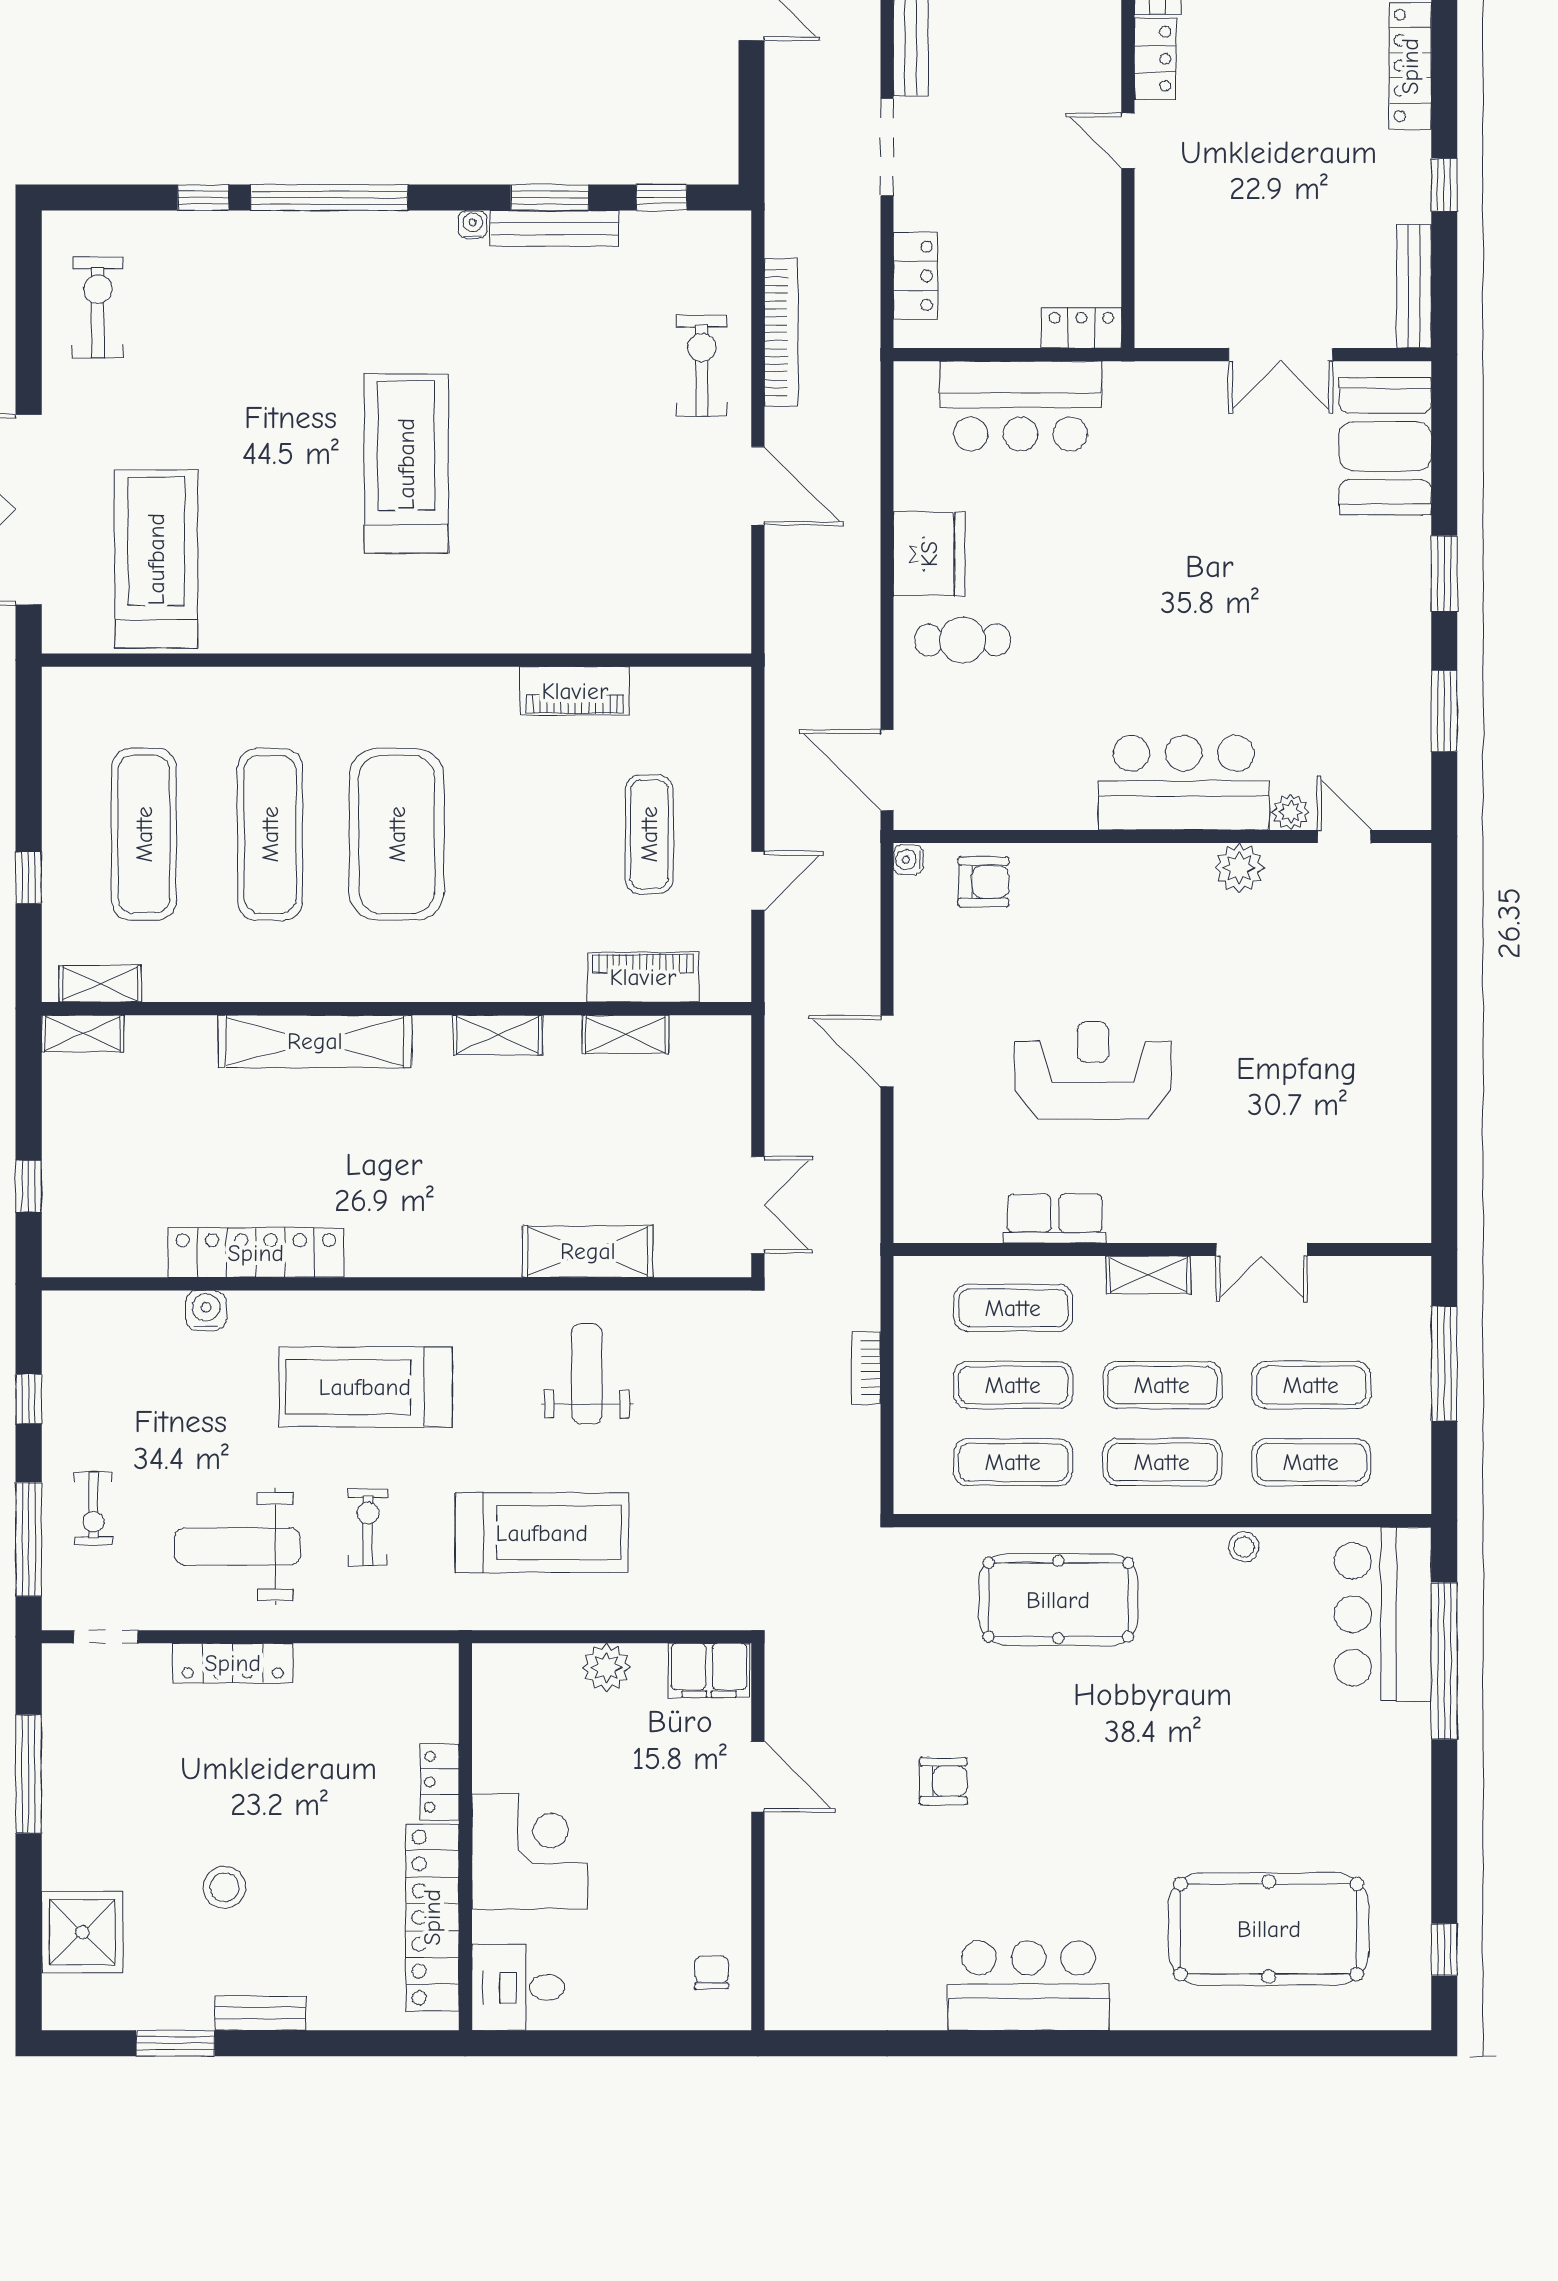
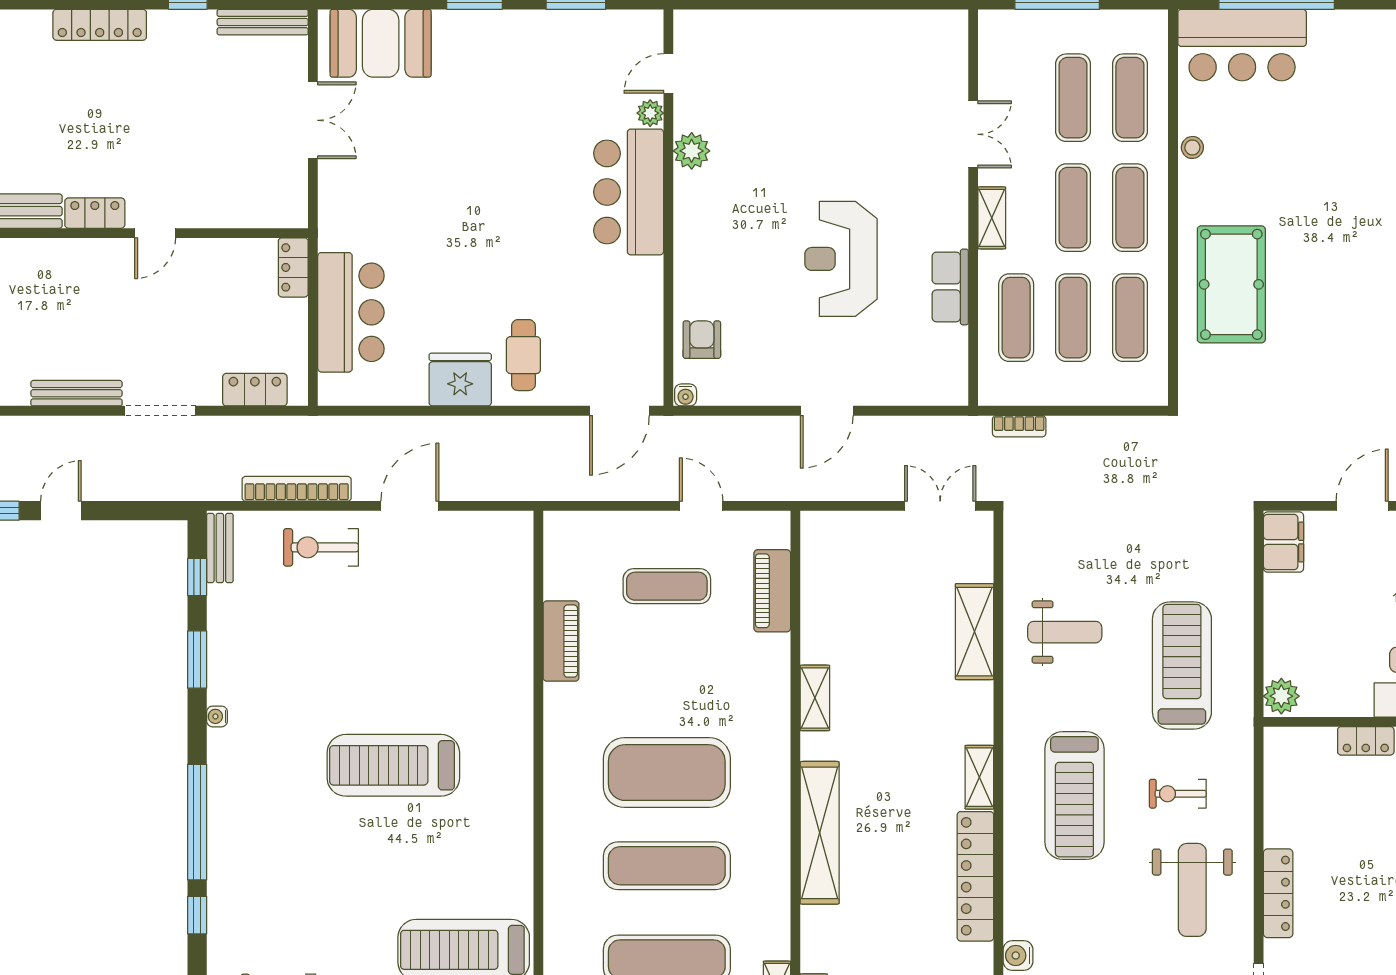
bench: (554, 228) -> (220, 548), moved, width x0.73
shelving: (625, 1034) -> (979, 777), moved
water cooler: (206, 1311) -> (1018, 955), moved
bookcase: (866, 1368) -> (1019, 426), moved
weight bench: (587, 1374) -> (1065, 632), turned 180
plant: (606, 1667) -> (1281, 696), moved
armchair: (943, 1781) -> (1365, 369), removed

